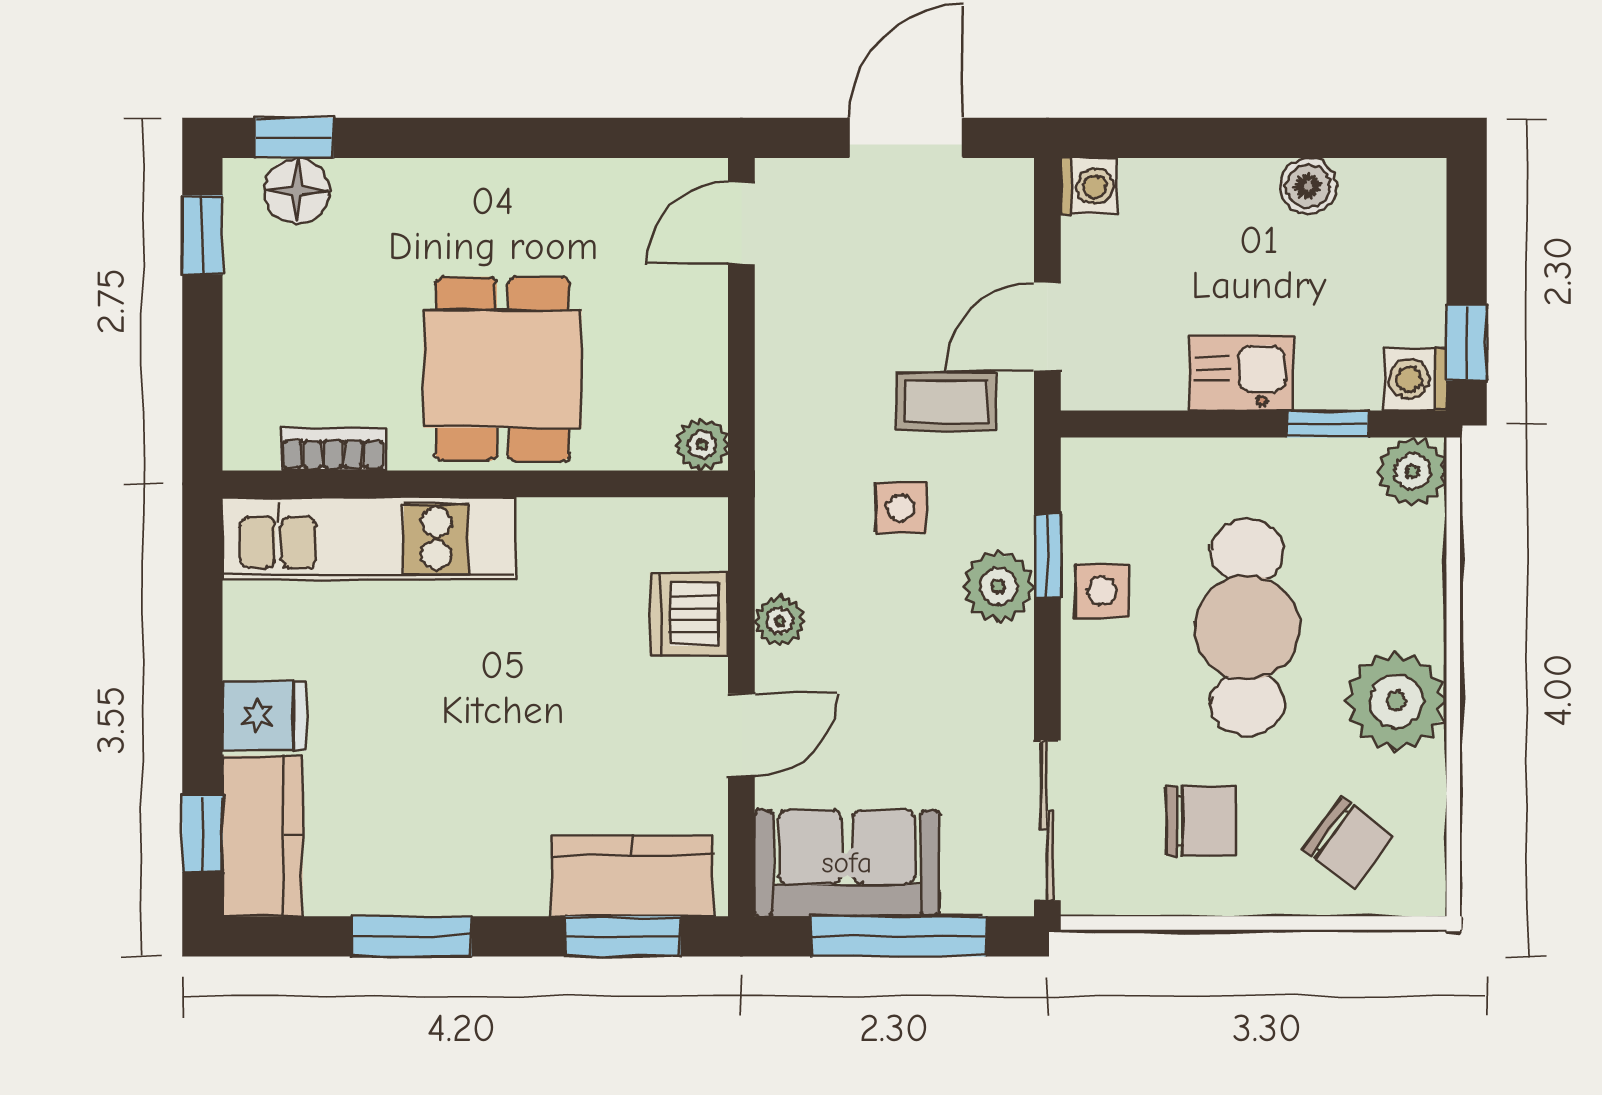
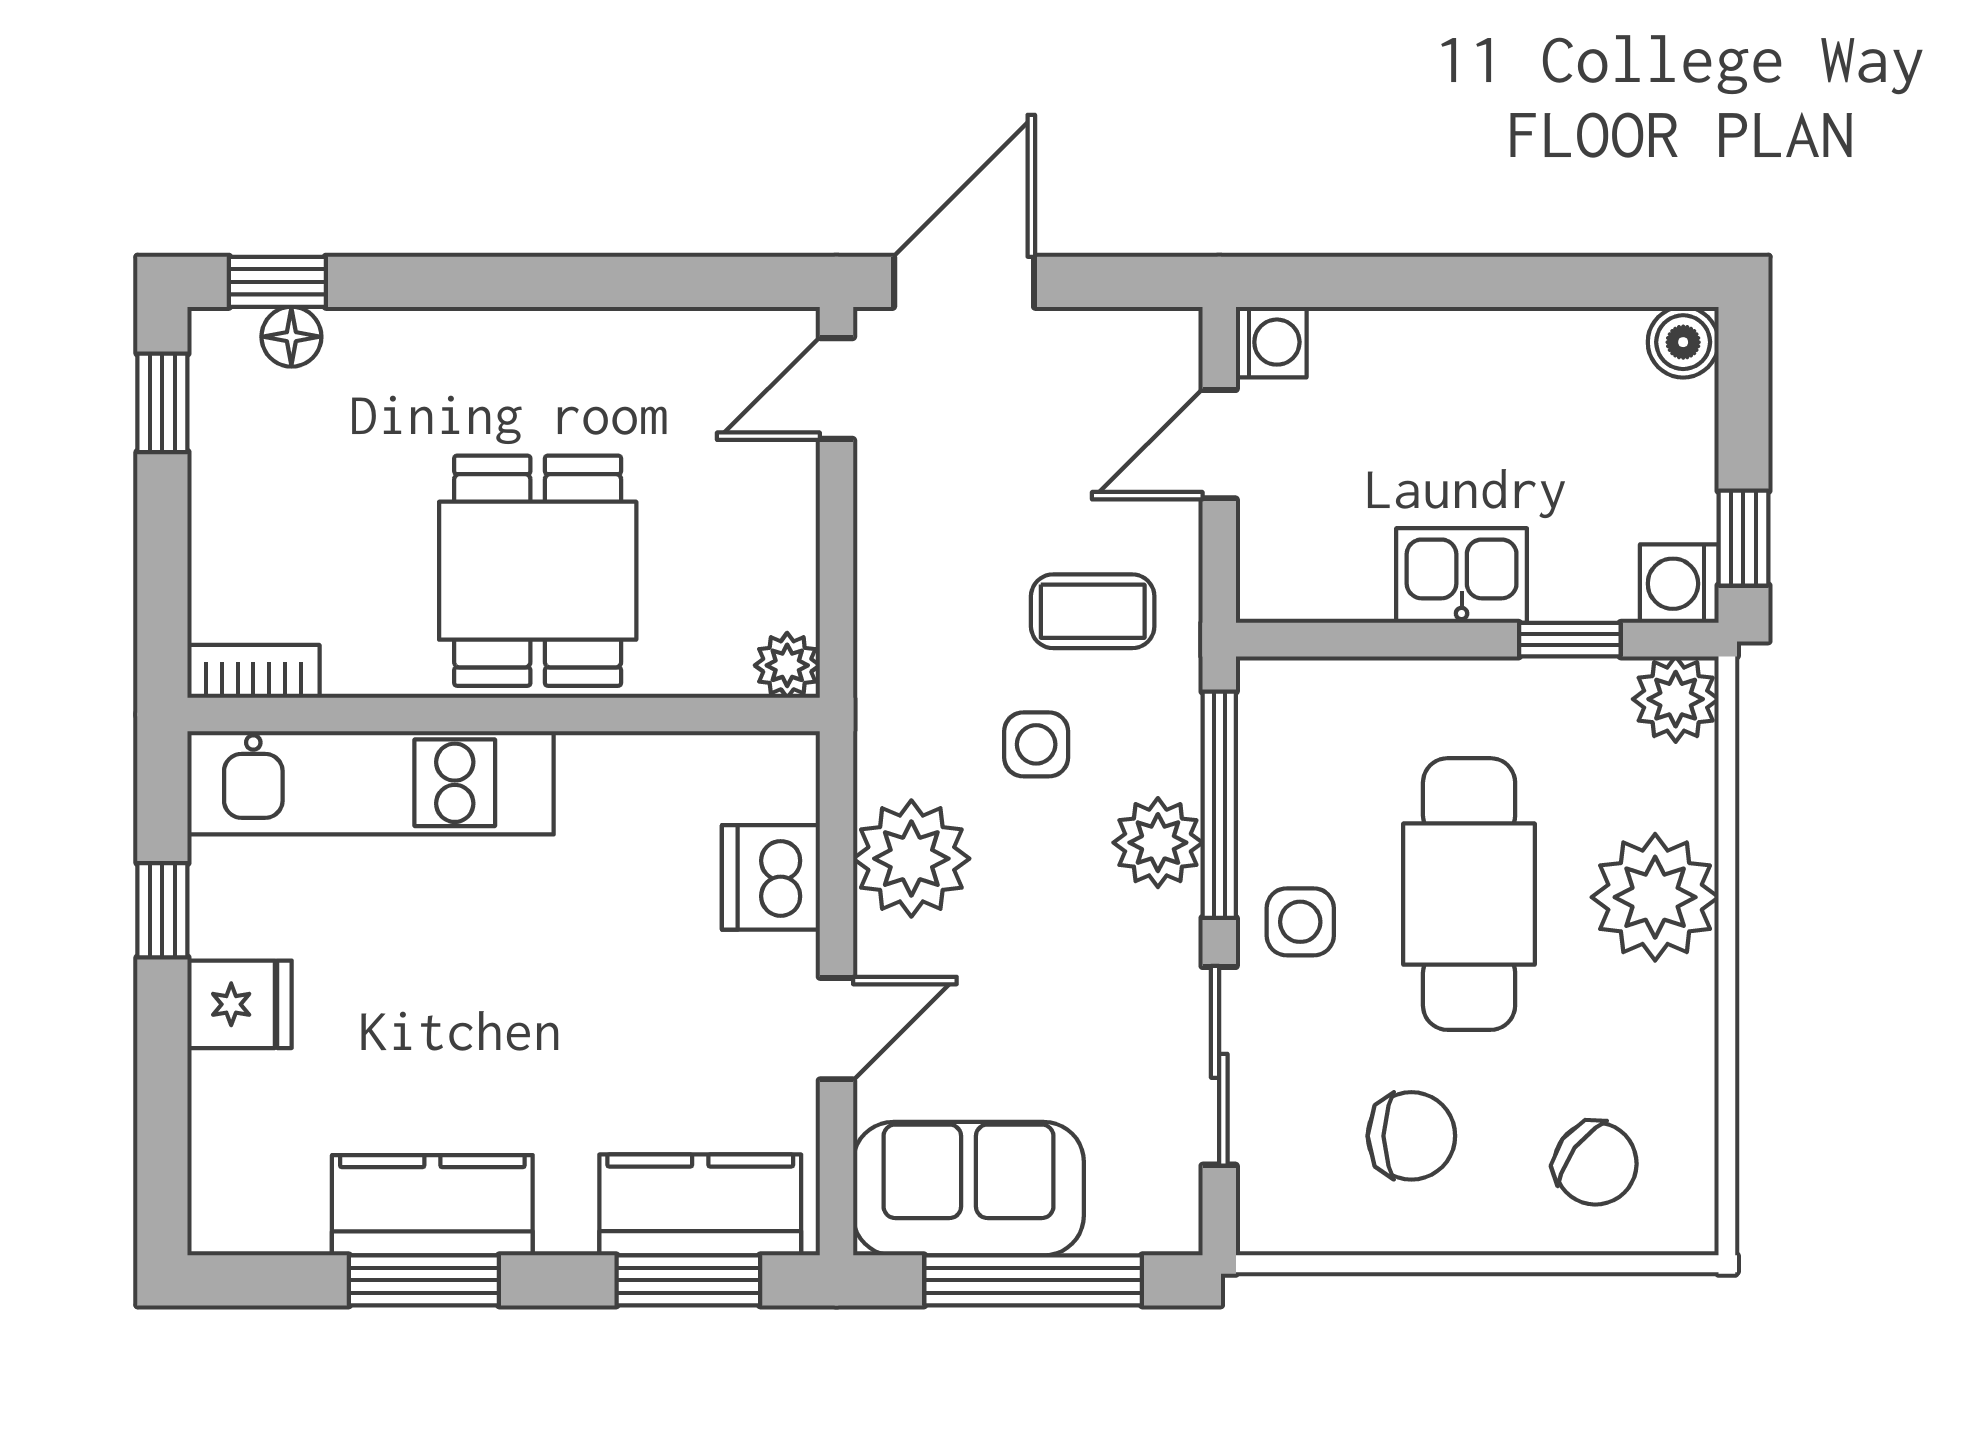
door: (906, 138) -> (964, 282), moved
boiler: (1308, 186) -> (1683, 342), moved
floor lamp: (297, 191) -> (291, 337), width x0.73, depth x0.73
door: (1047, 327) -> (1219, 444), moved
bookcase: (333, 449) -> (253, 671), moved
window: (1047, 556) -> (1219, 805), width x2.17
side table: (1102, 591) -> (1300, 922), moved
plant: (780, 621) -> (911, 859), width x1.87, depth x1.87
plant: (1396, 701) -> (1655, 897), moved
sliding door: (1047, 820) -> (1219, 1066), moved
window: (202, 834) -> (162, 910), moved
kitchen counter: (262, 836) -> (432, 1205), moved, turned -90

